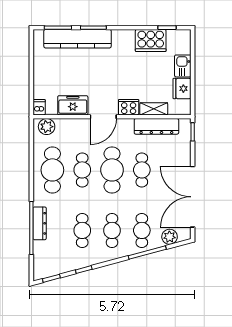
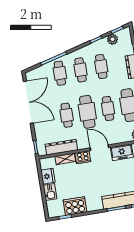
door: (103, 117) -> (99, 148), hinge flipped
plant: (170, 237) -> (113, 39), moved

